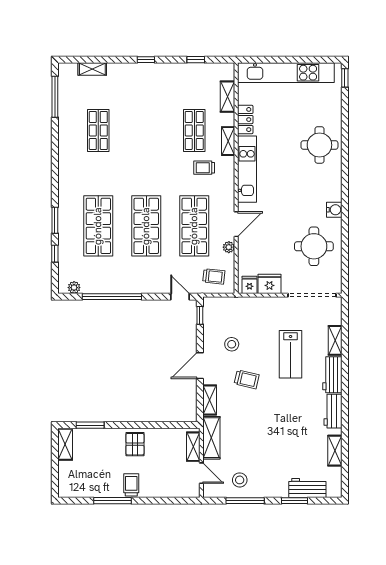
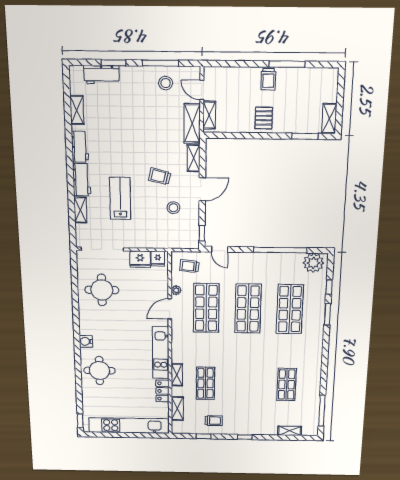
trolley: (204, 168) -> (214, 421), moved
water cooler: (334, 210) -> (86, 341), moved
plant: (74, 288) -> (313, 263), width x1.88, depth x1.88

